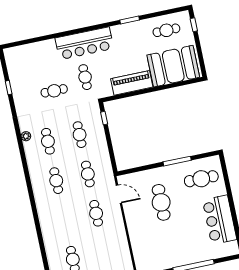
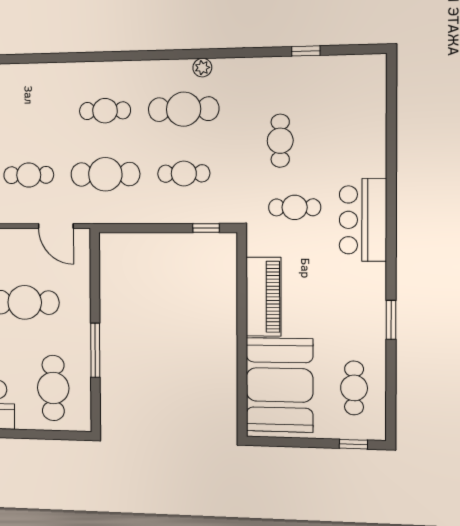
bar counter: (84, 43) -> (363, 220), width x0.73
cafe table: (48, 141) -> (184, 109), width x1.37, depth x1.35
cafe table: (88, 174) -> (105, 174), width x1.37, depth x1.35
door: (119, 194) -> (56, 226), hinge flipped

